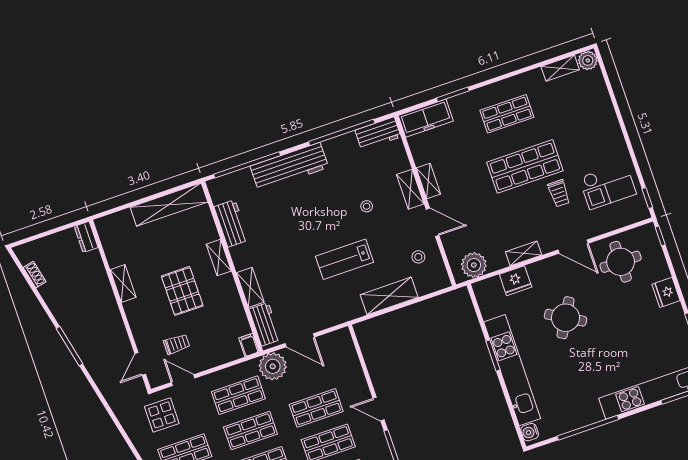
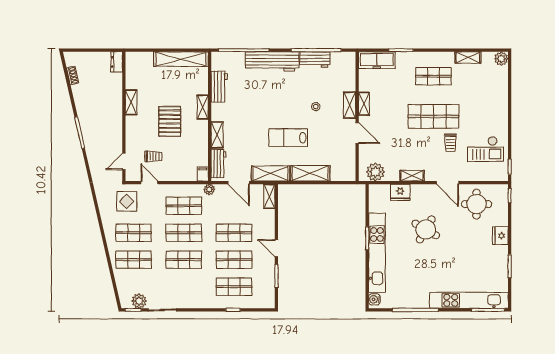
shelving: (560, 68) -> (468, 57), moved
workbench: (378, 134) -> (315, 59), moved
stool: (418, 257) -> (339, 153), removed
shelving: (337, 314) -> (270, 173), added
shelving: (346, 345) -> (269, 196), added
plant: (273, 366) -> (209, 189), width x0.53, depth x0.53

